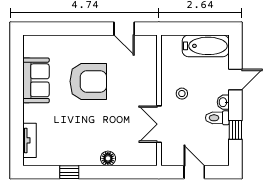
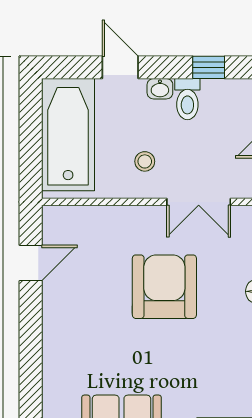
bathtub: (206, 46) -> (68, 135), width x1.36, depth x1.36
armchair: (88, 81) -> (164, 287), moved

